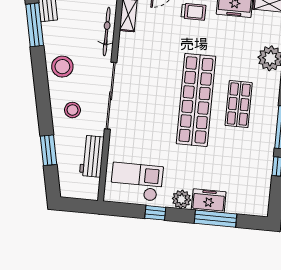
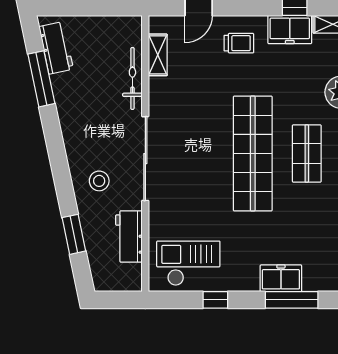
stool: (62, 67) -> (81, 128), removed
plant: (181, 199) -> (247, 280), removed

